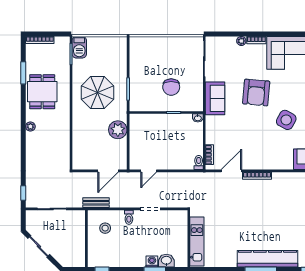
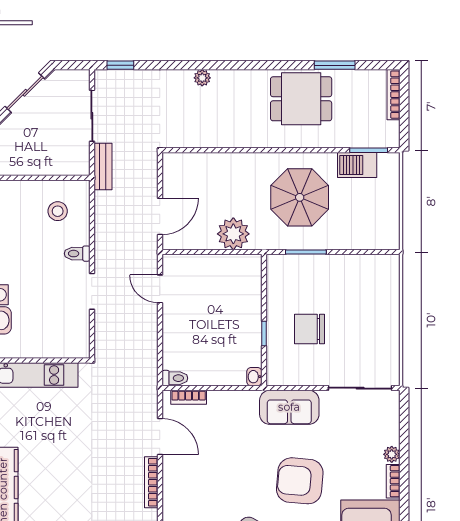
barbecue: (79, 47) -> (357, 165), moved
plant: (30, 127) -> (202, 78), moved
door: (108, 171) -> (160, 216), swing flipped
bench: (96, 203) -> (103, 167), moved

